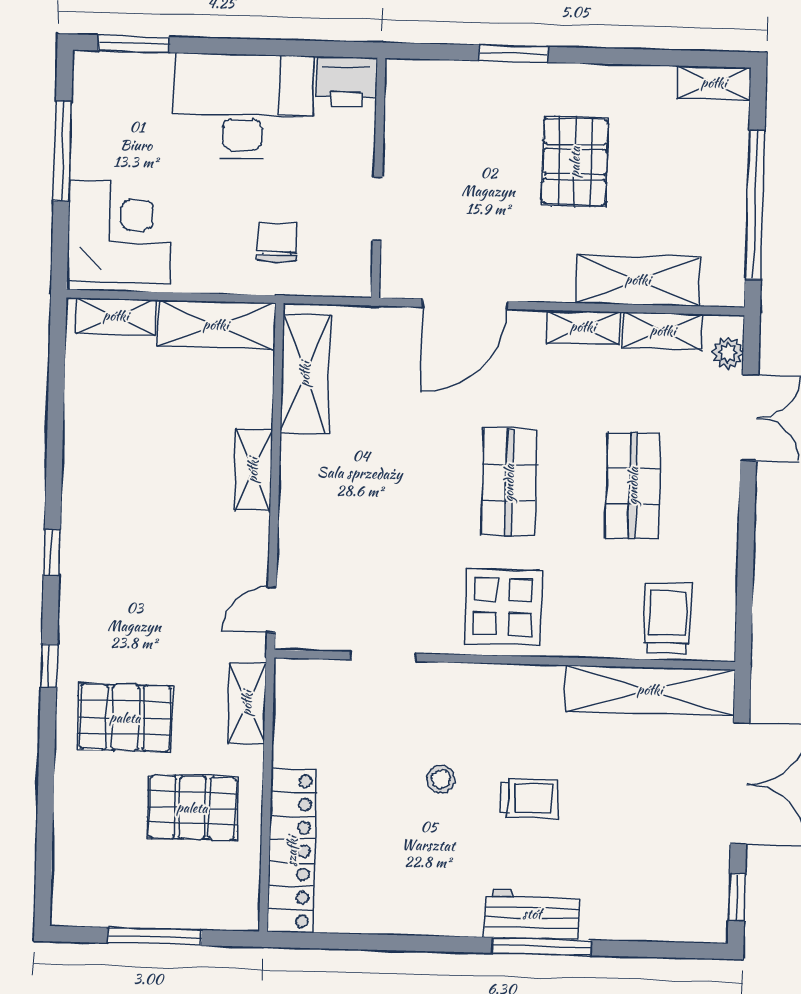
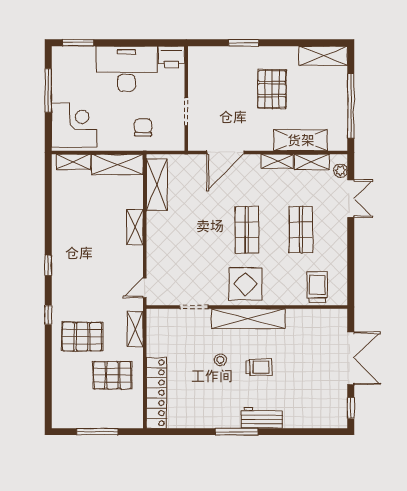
shelving: (714, 83) -> (323, 56), width x1.50, depth x1.33
shelving: (650, 690) -> (248, 319), moved
window: (542, 947) -> (236, 432), moved

